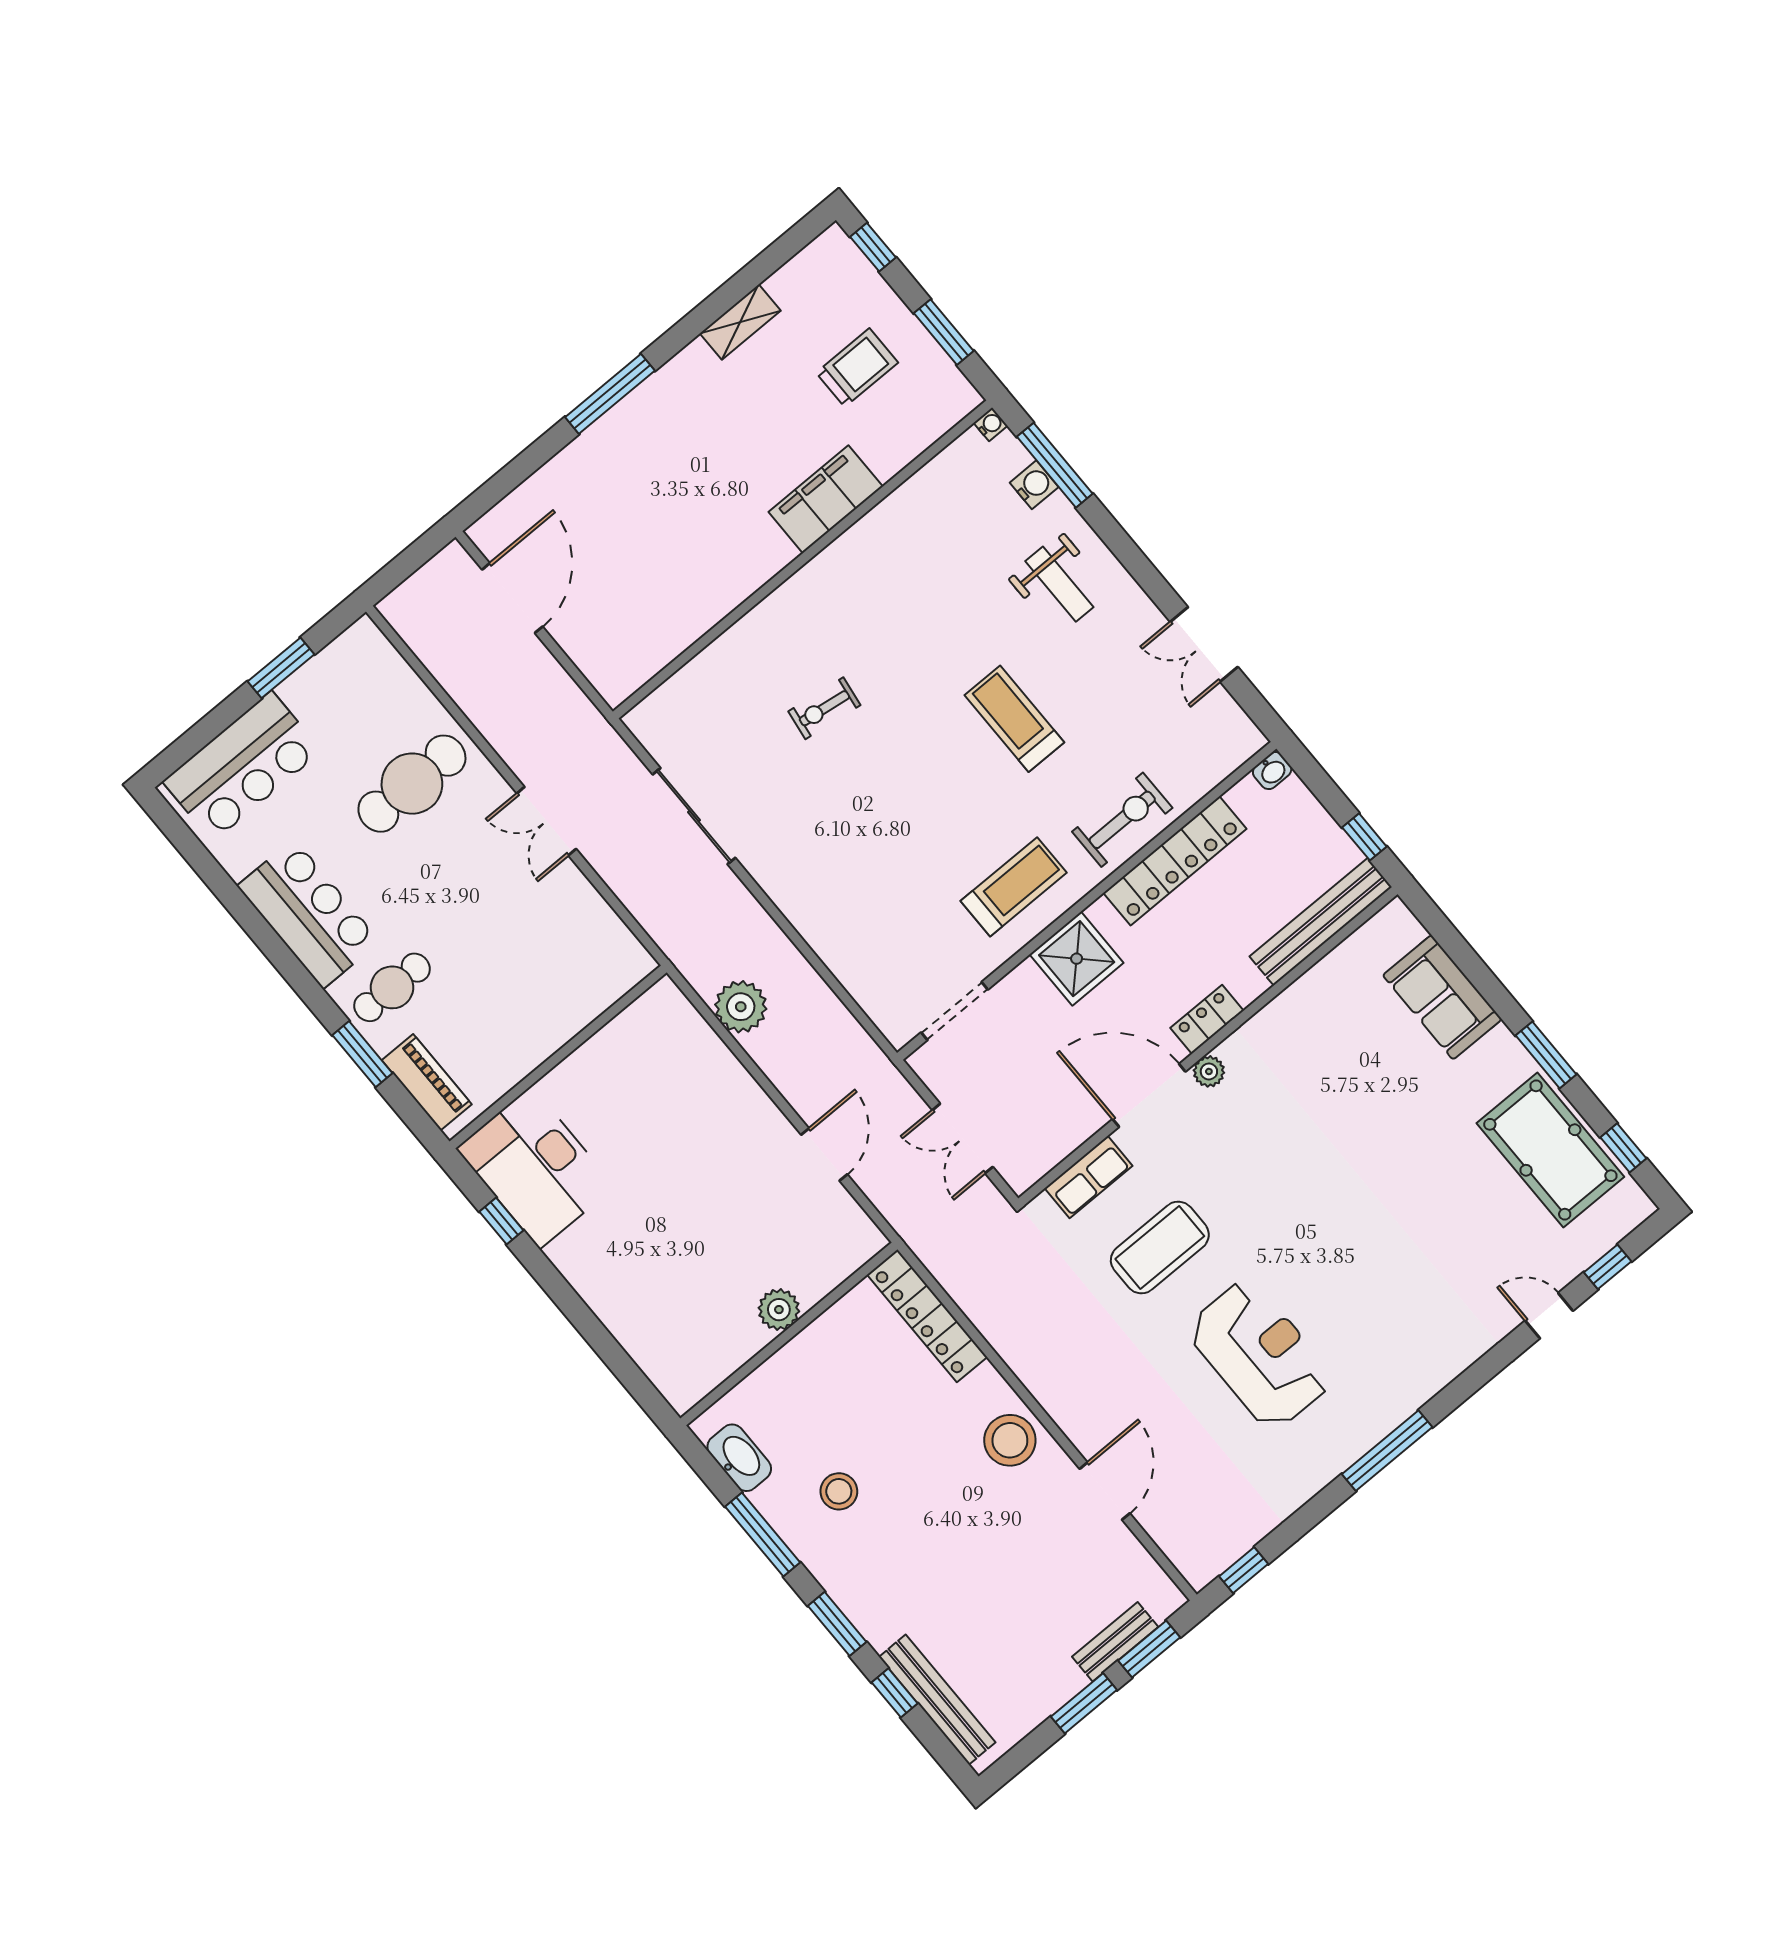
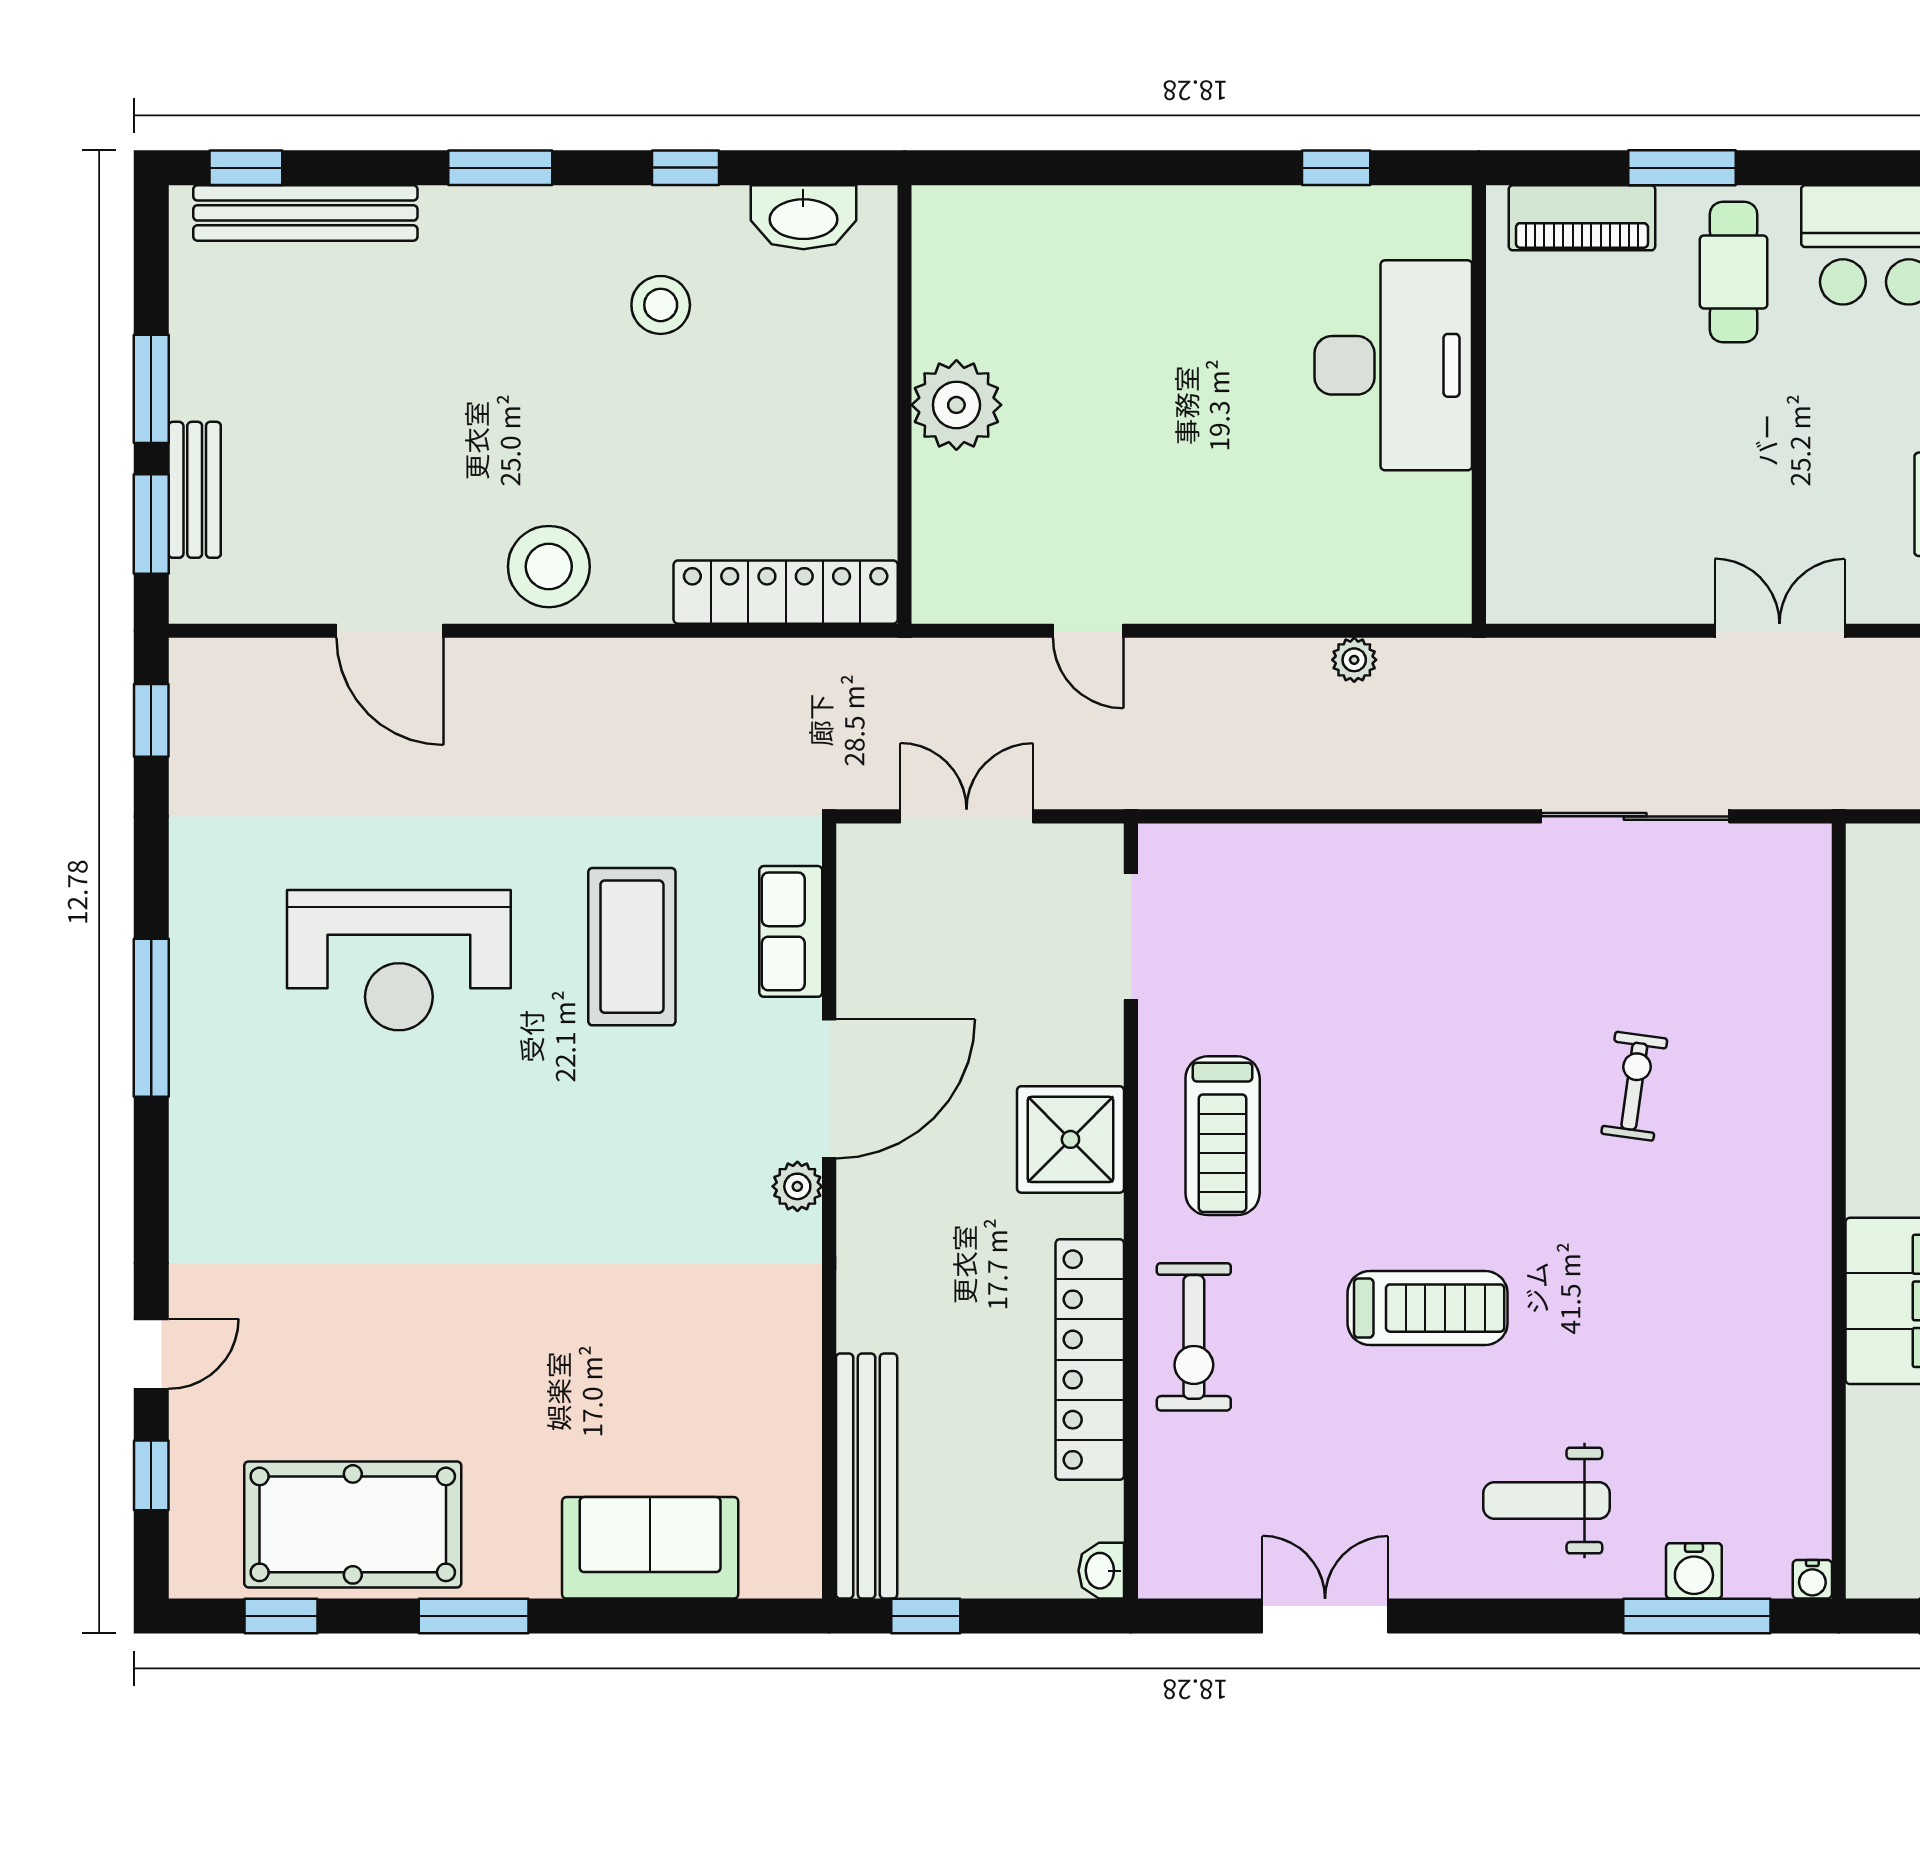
plant: (741, 1007) -> (1354, 660), width x0.53, depth x0.53
locker: (1207, 1019) -> (863, 1237), removed
door: (824, 1155) -> (1088, 631), width x0.73
desk: (535, 1167) -> (1393, 365), moved, turned 90
plant: (779, 1310) -> (956, 405), width x1.36, depth x1.36
window: (763, 1535) -> (686, 168), width x0.46
window: (895, 1693) -> (246, 168), moved

